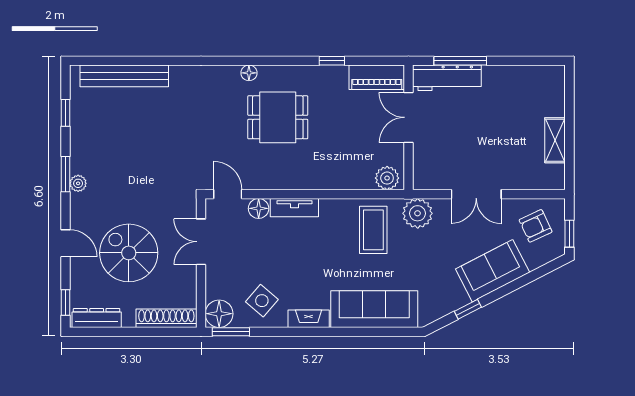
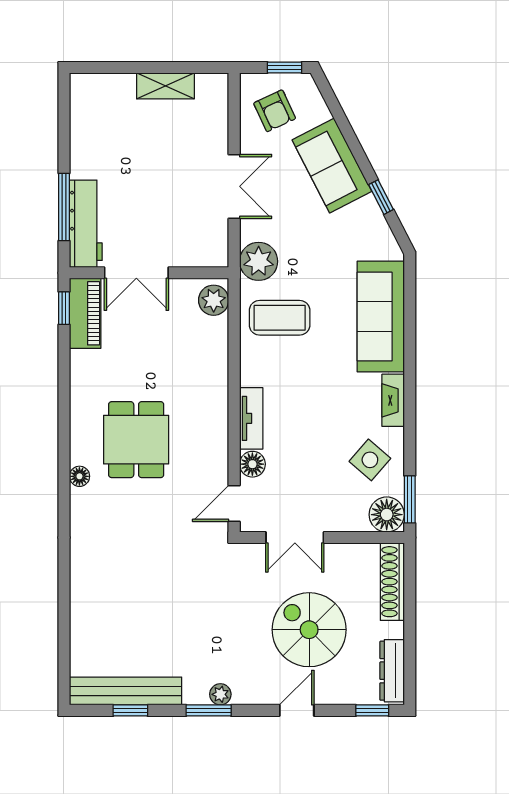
window: (332, 61) -> (64, 308), moved
bench: (124, 76) -> (126, 691), moved, turned 90
spiral stairs: (129, 253) -> (309, 630), turned 90

